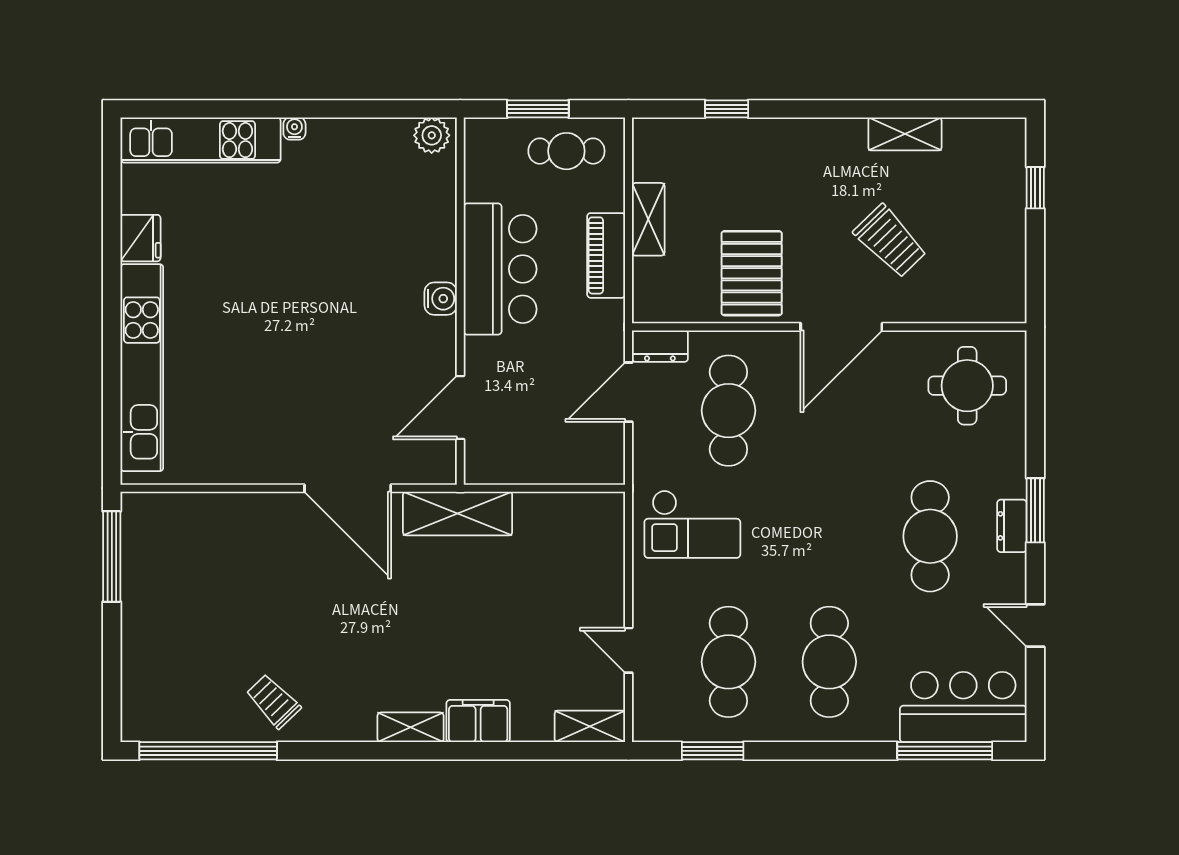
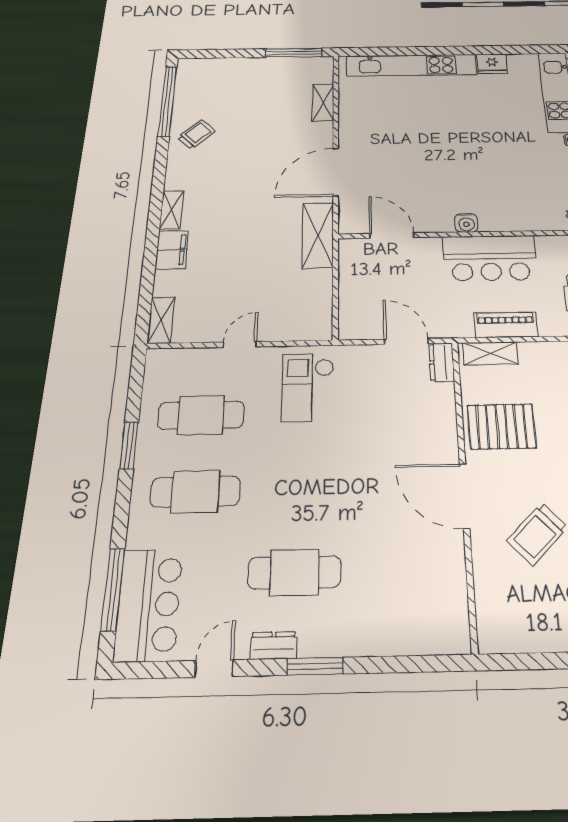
shelving: (648, 219) -> (490, 353), moved
round table: (967, 386) -> (422, 602), removed
cafe table: (728, 411) -> (395, 412), removed
shelving: (215, 508) -> (323, 102), added
dresser: (1012, 526) -> (274, 645), moved
door: (628, 650) -> (240, 344), moved
window: (713, 751) -> (129, 445), moved

